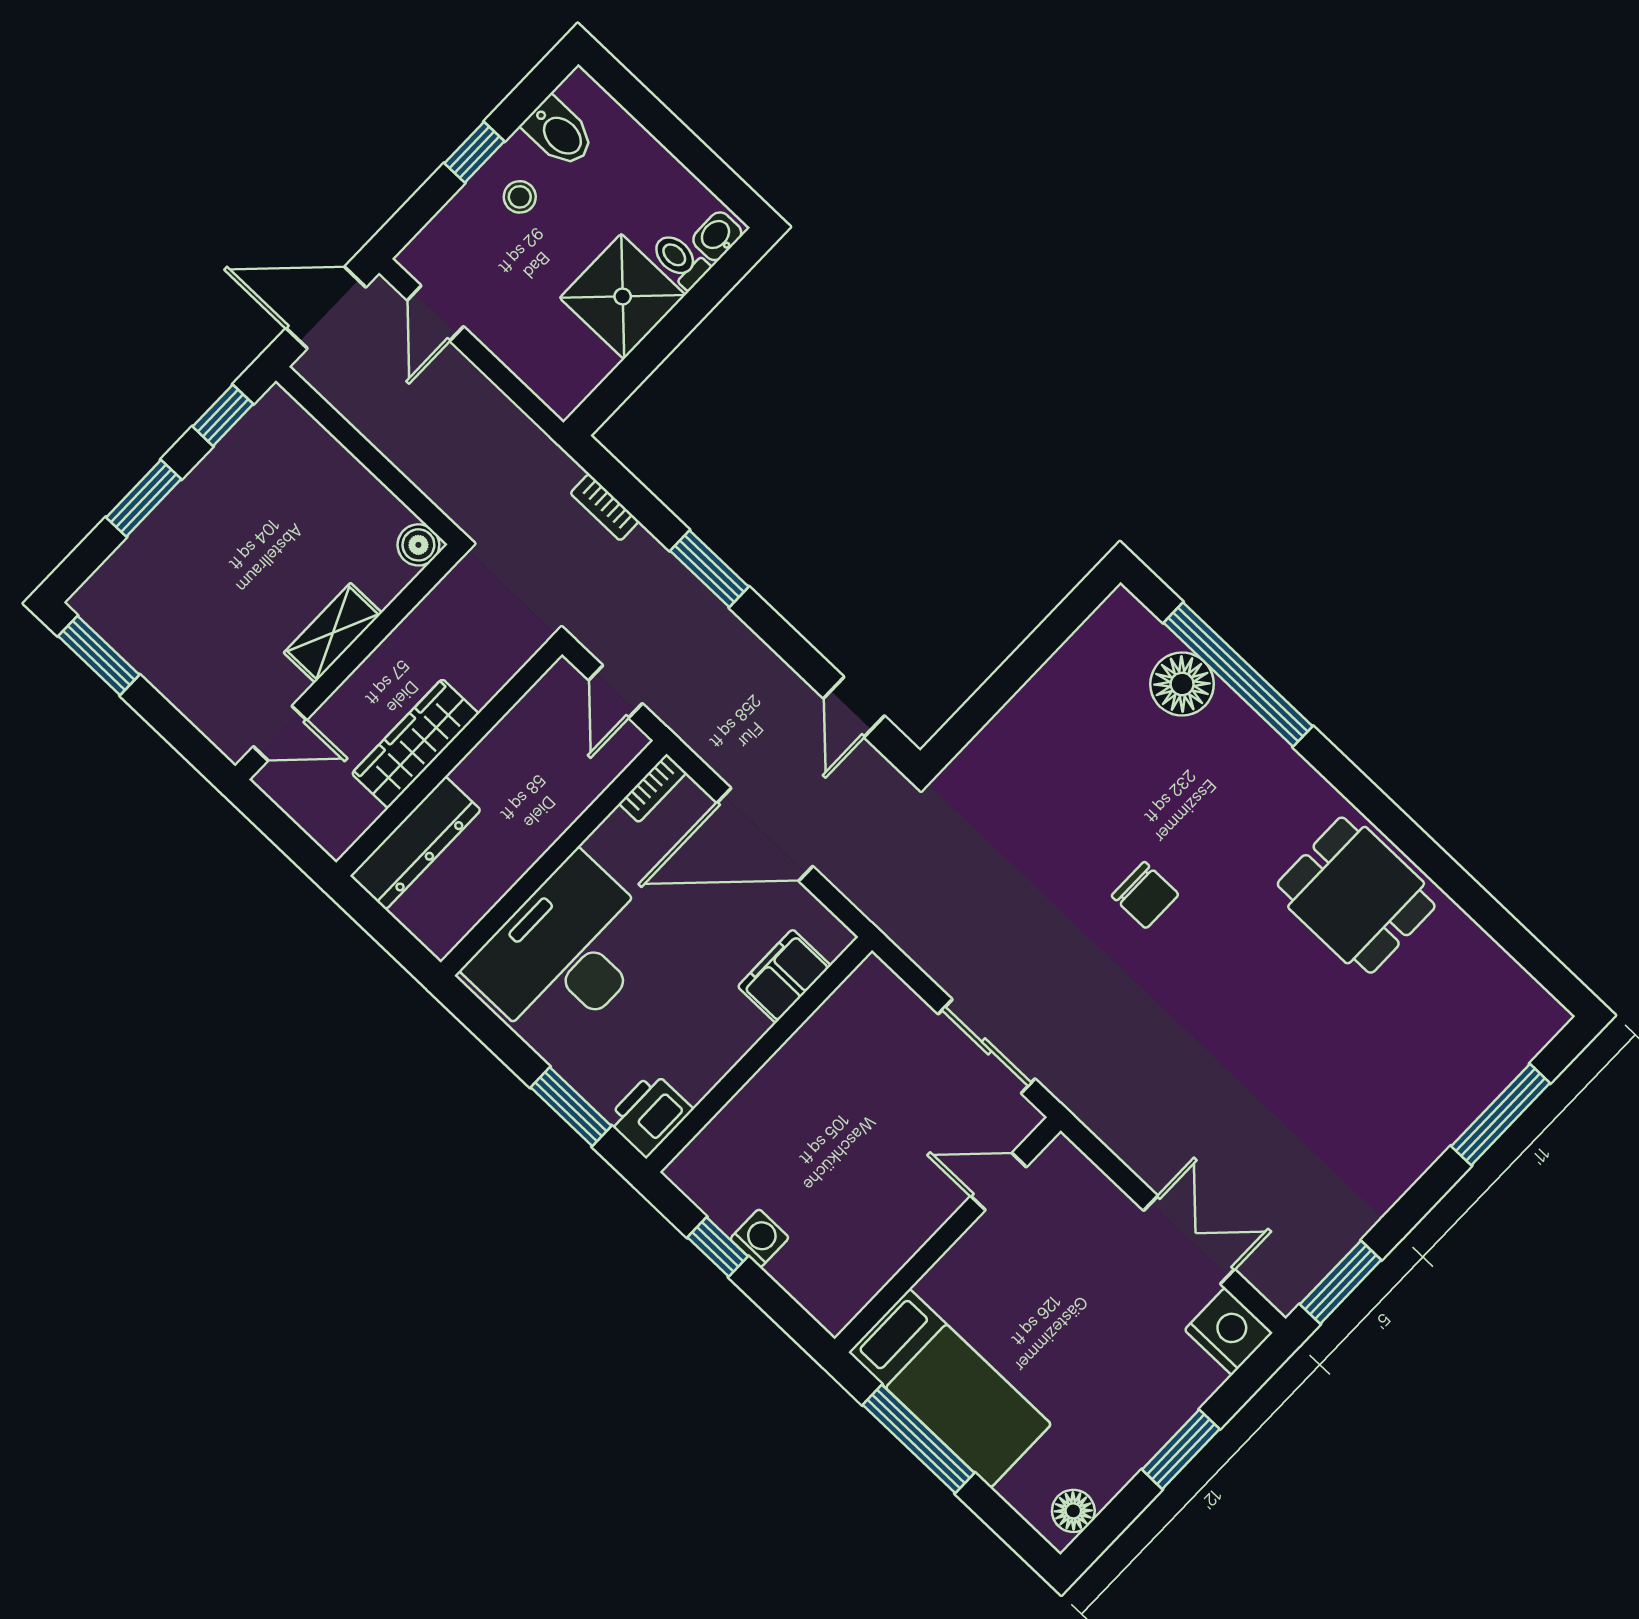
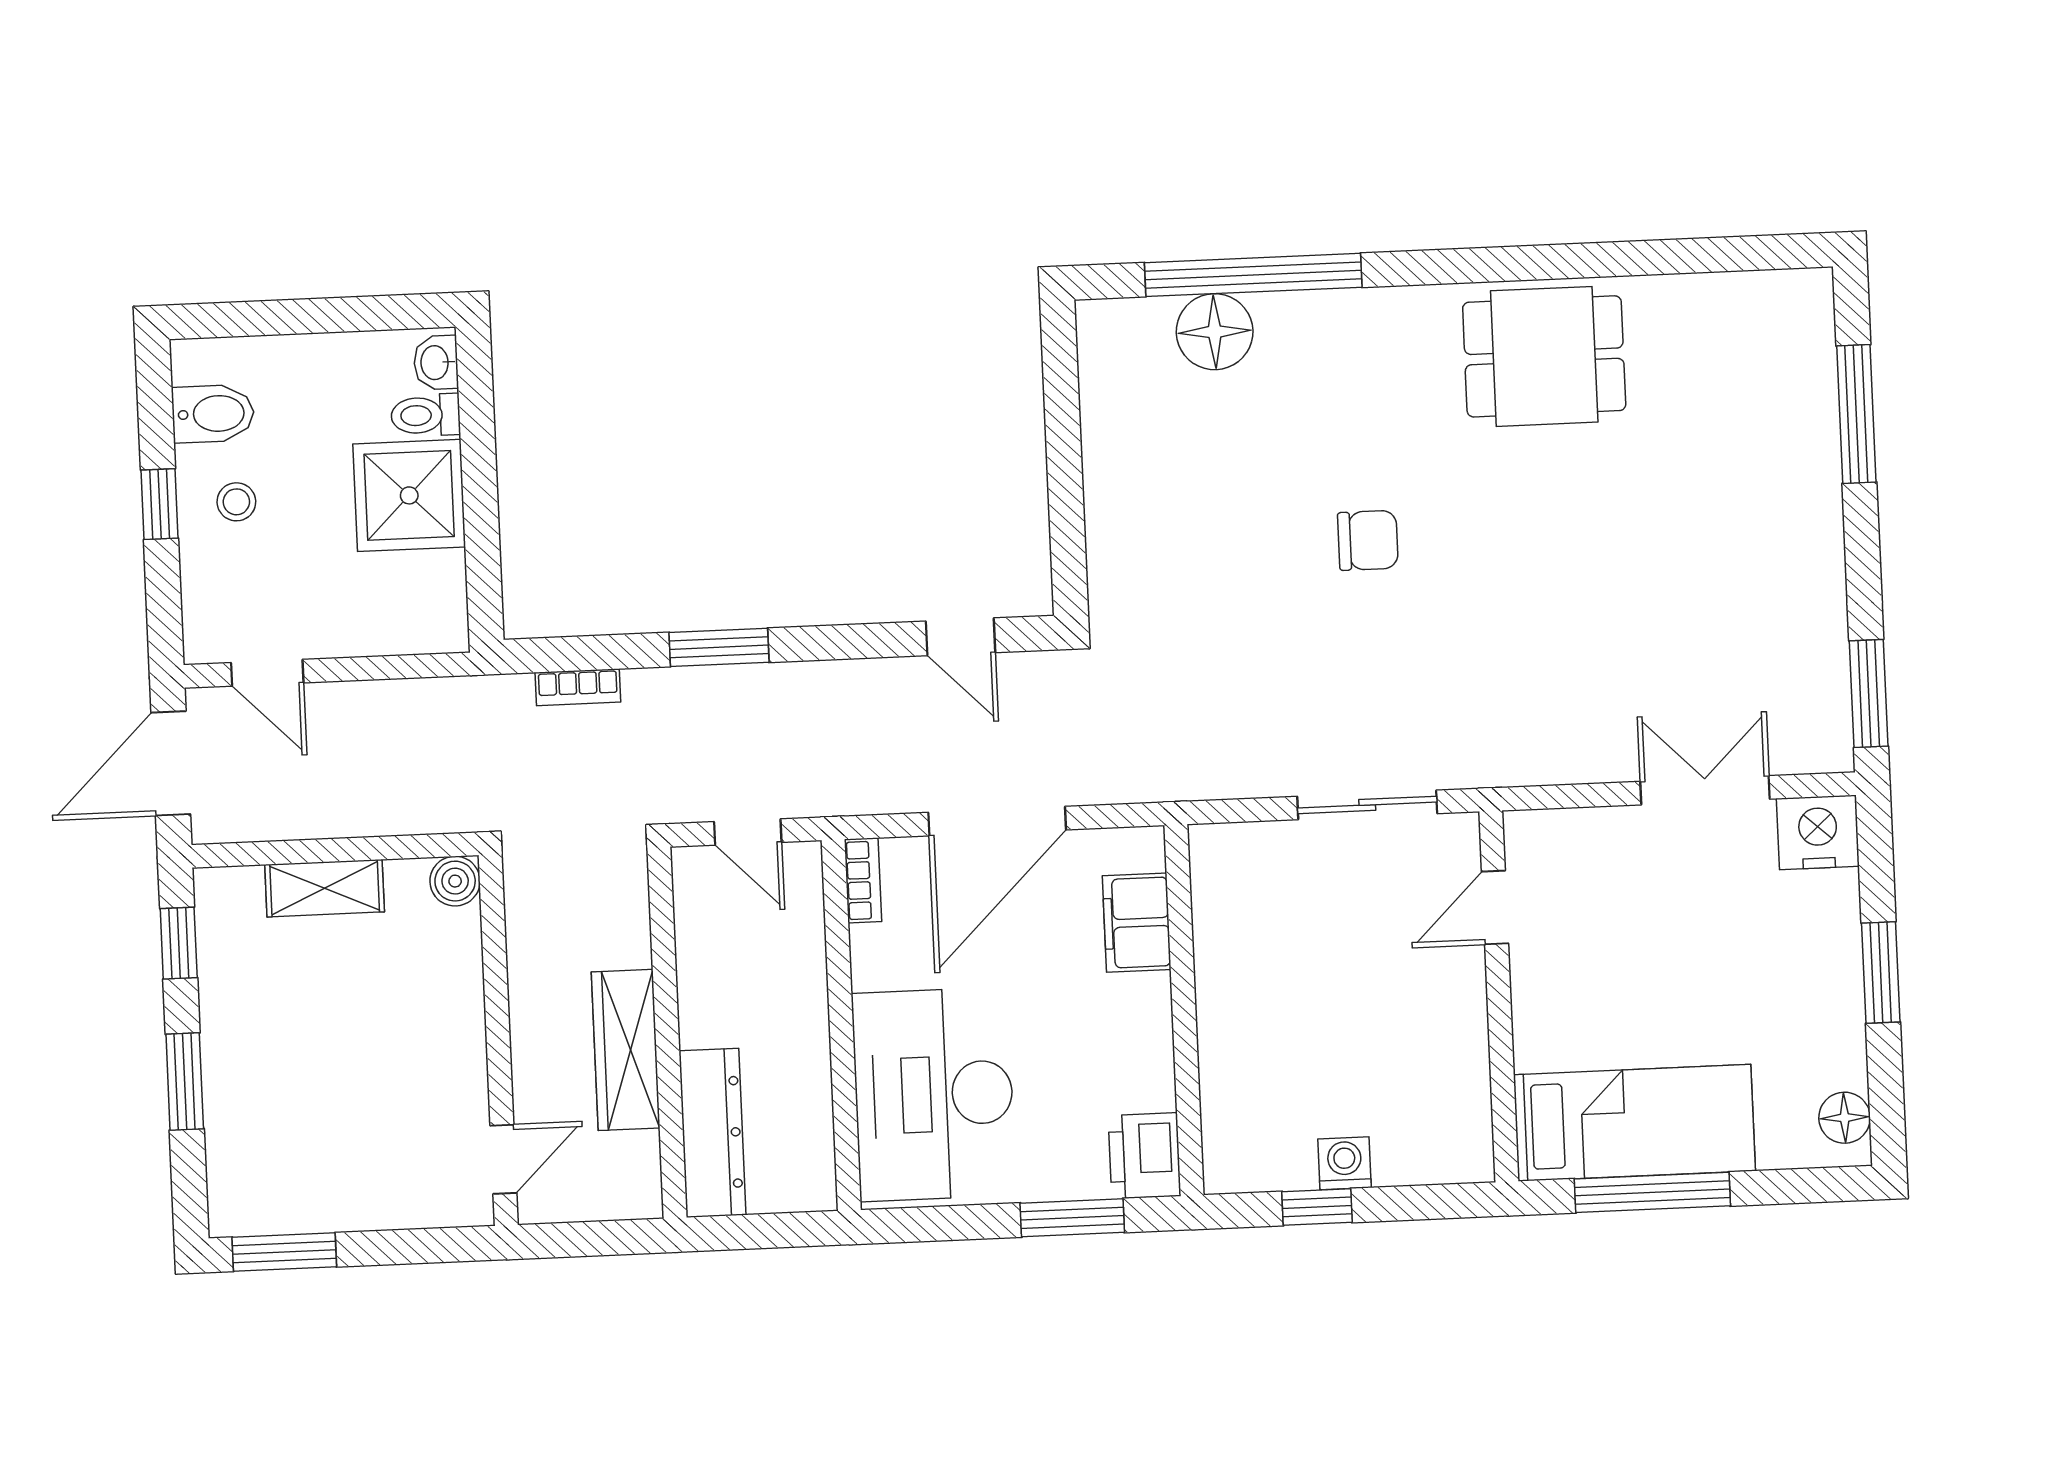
shelving: (333, 633) -> (325, 888), moved, turned 90

